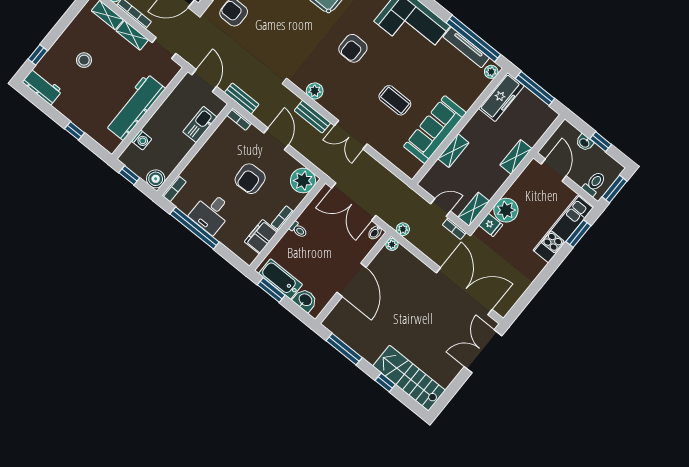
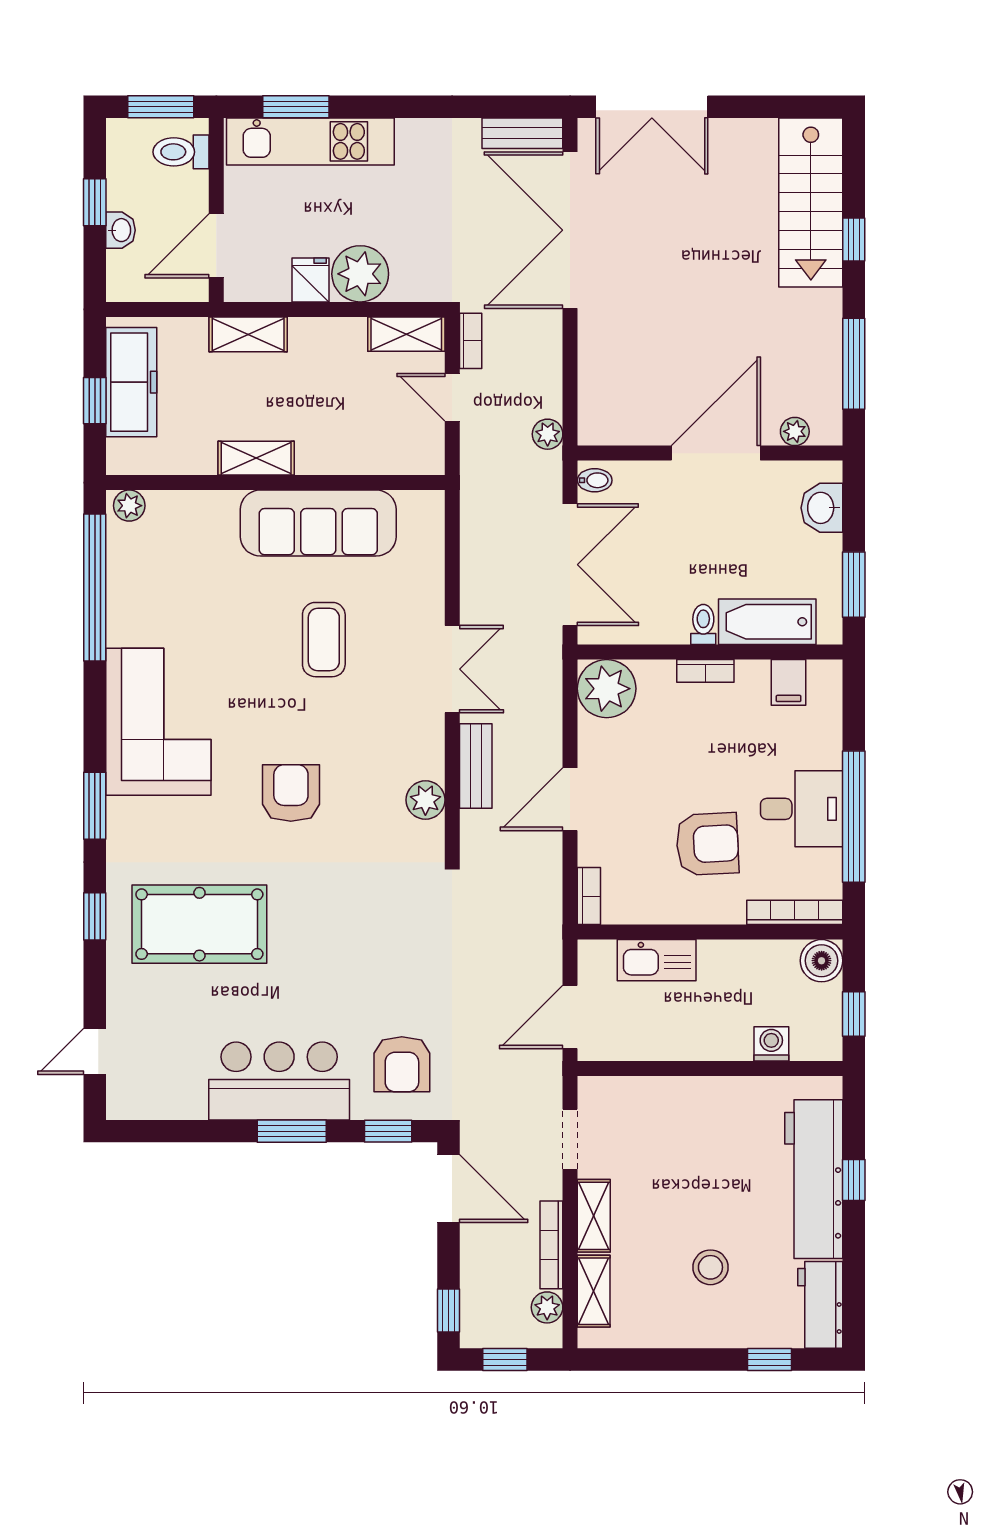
tv unit: (466, 47) -> (122, 587), removed
armchair: (353, 48) -> (291, 793), turned -90
window: (535, 89) -> (95, 401), width x0.46
freezer: (501, 97) -> (131, 382), moved, turned 90
bench: (242, 98) -> (522, 133), moved, turned 90
workbench: (135, 107) -> (814, 1179), moved, turned 90
shelving: (453, 151) -> (256, 458), moved
armchair: (250, 179) -> (707, 844), moved
bookcase: (174, 189) -> (795, 912), width x1.56
fridge: (491, 225) -> (310, 280), moved
filing cabinet: (261, 237) -> (789, 682), width x0.50
plant: (392, 244) -> (795, 431), moved
bathtub: (281, 279) -> (767, 622), moved, turned 90

